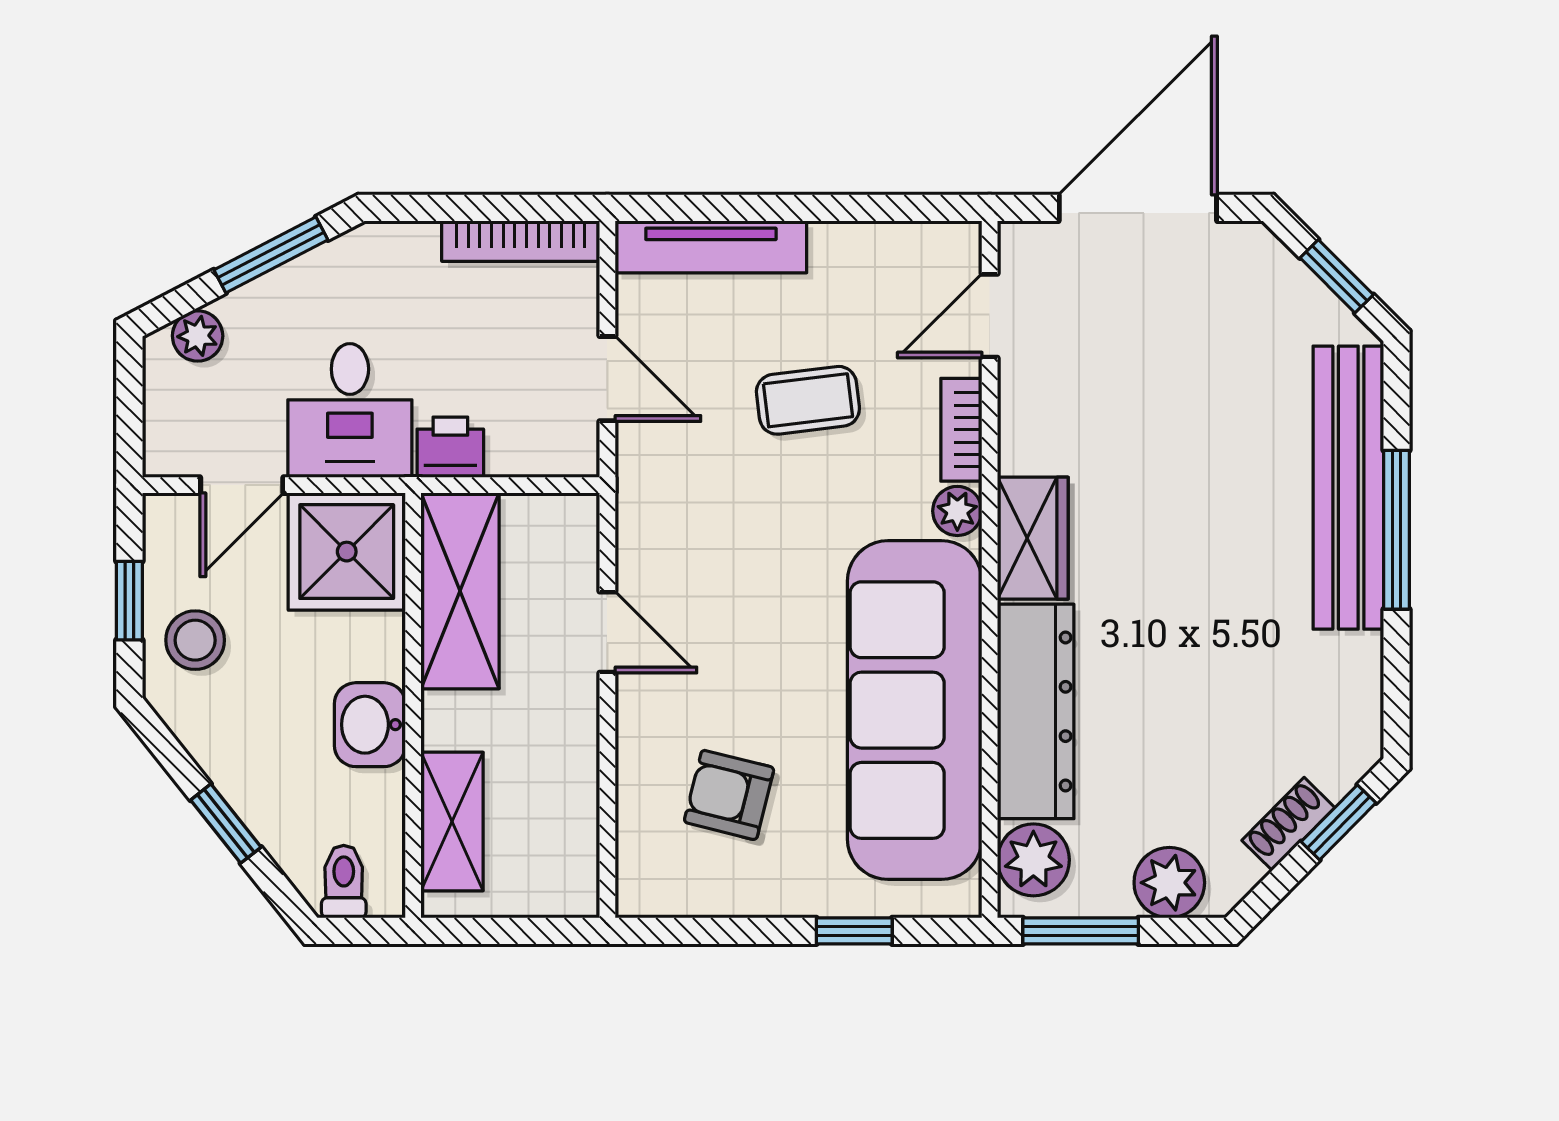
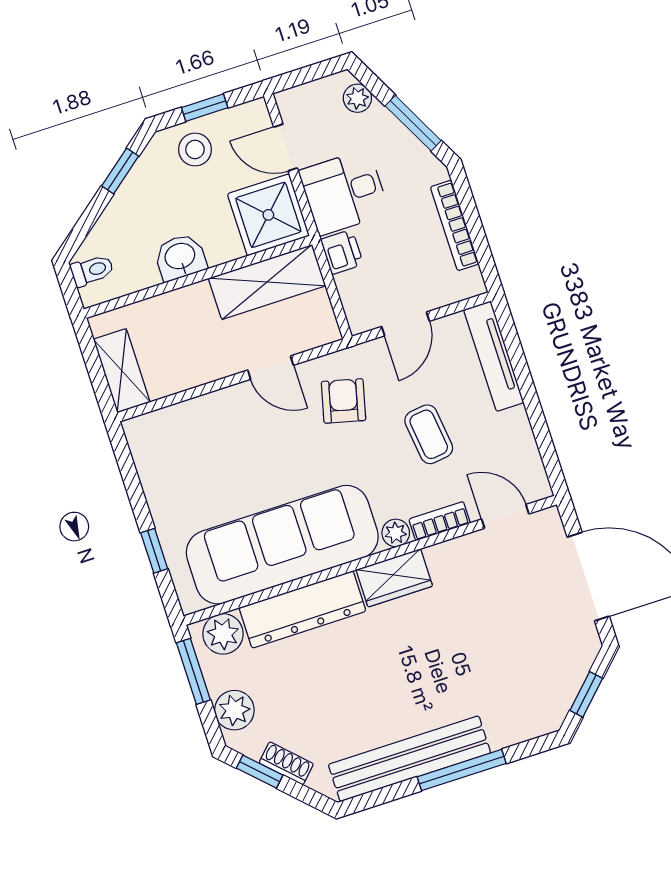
bookcase: (521, 241) -> (455, 225), moved
bench: (1348, 488) -> (409, 759), moved
door: (607, 632) -> (271, 368), hinge flipped
armchair: (729, 795) -> (344, 401), moved
shelving: (452, 822) -> (122, 371), moved, turned 90
window: (1338, 822) -> (260, 772), moved
window: (226, 824) -> (120, 171), moved

